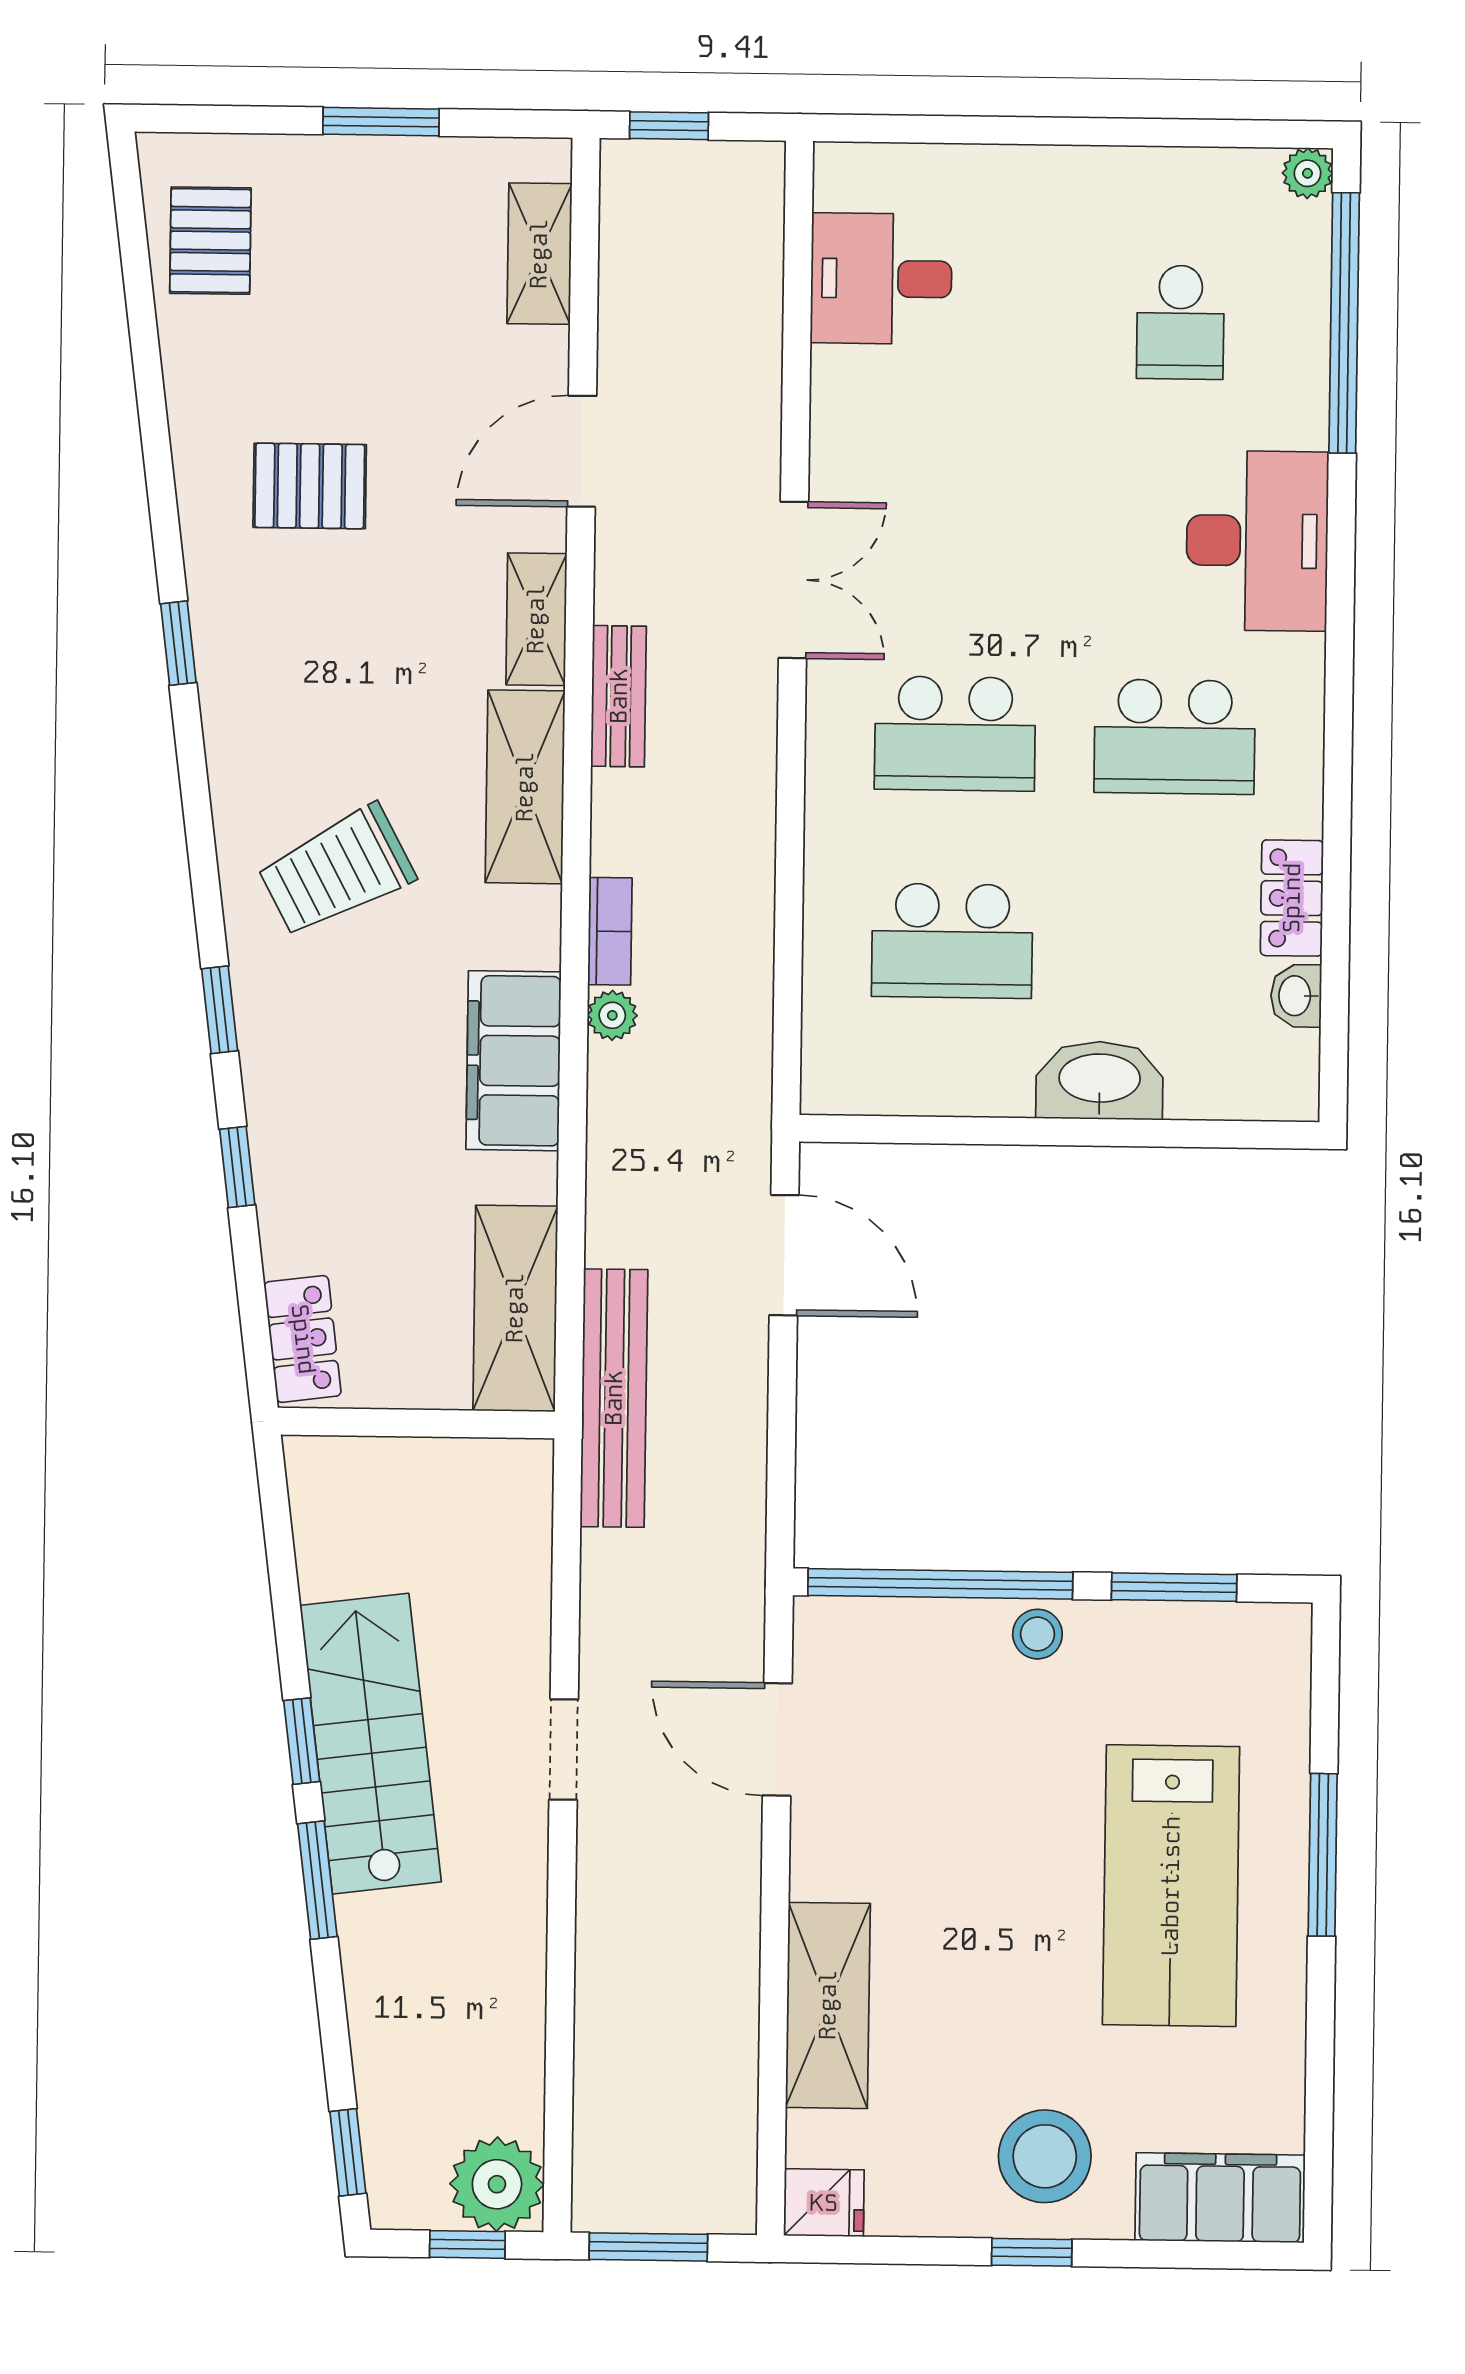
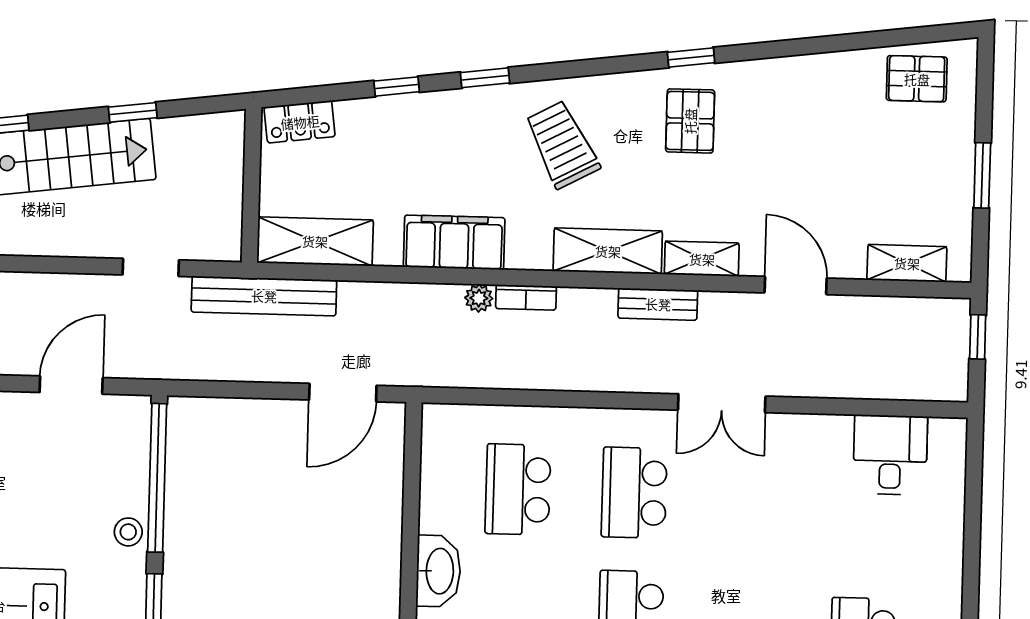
pallet: (310, 486) -> (690, 121), moved
window: (302, 1741) -> (133, 112), moved
doorway: (564, 1749) -> (151, 267), moved

